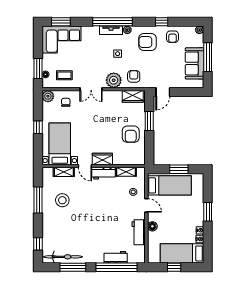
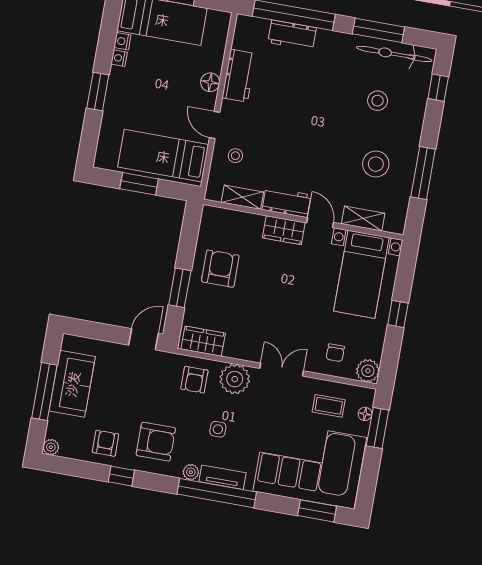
corner sofa: (62, 39) -> (310, 464), width x1.36, depth x1.36
stool: (67, 232) -> (378, 101), added

